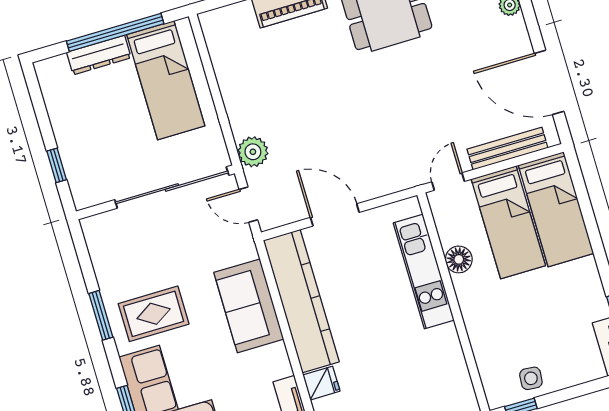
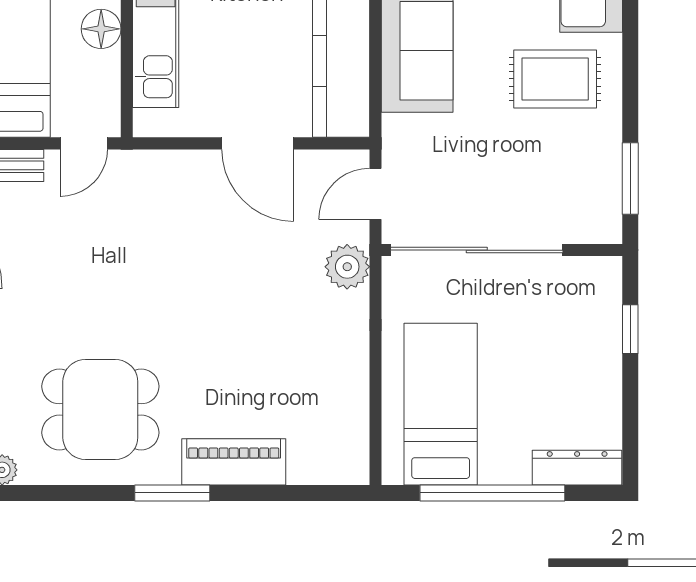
dresser: (99, 55) -> (577, 468), moved
door: (248, 205) -> (376, 194), swing flipped
window: (101, 315) -> (630, 179), moved

